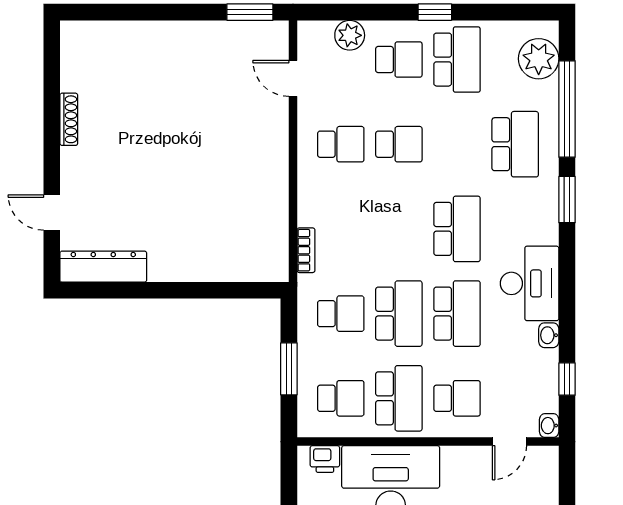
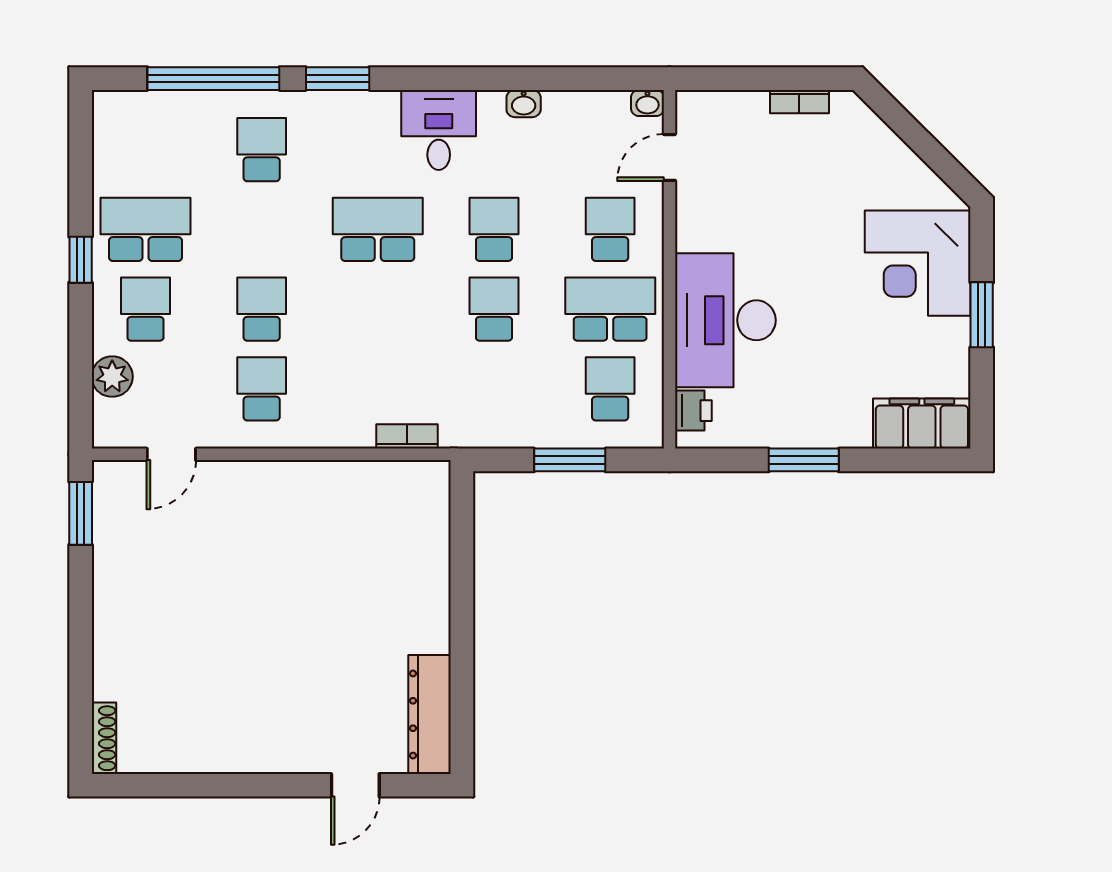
plant: (539, 59) -> (144, 117), removed
shoe rack: (69, 119) -> (104, 738), moved, turned 90
school desk: (515, 144) -> (262, 150), width x0.54
desk: (530, 283) -> (439, 130), width x0.73
school desk: (341, 314) -> (494, 389), removed
school desk: (399, 314) -> (494, 309), width x0.54
school desk: (457, 314) -> (494, 229), width x0.54
window: (567, 379) -> (584, 79), removed
door: (509, 442) -> (669, 157), swing flipped

